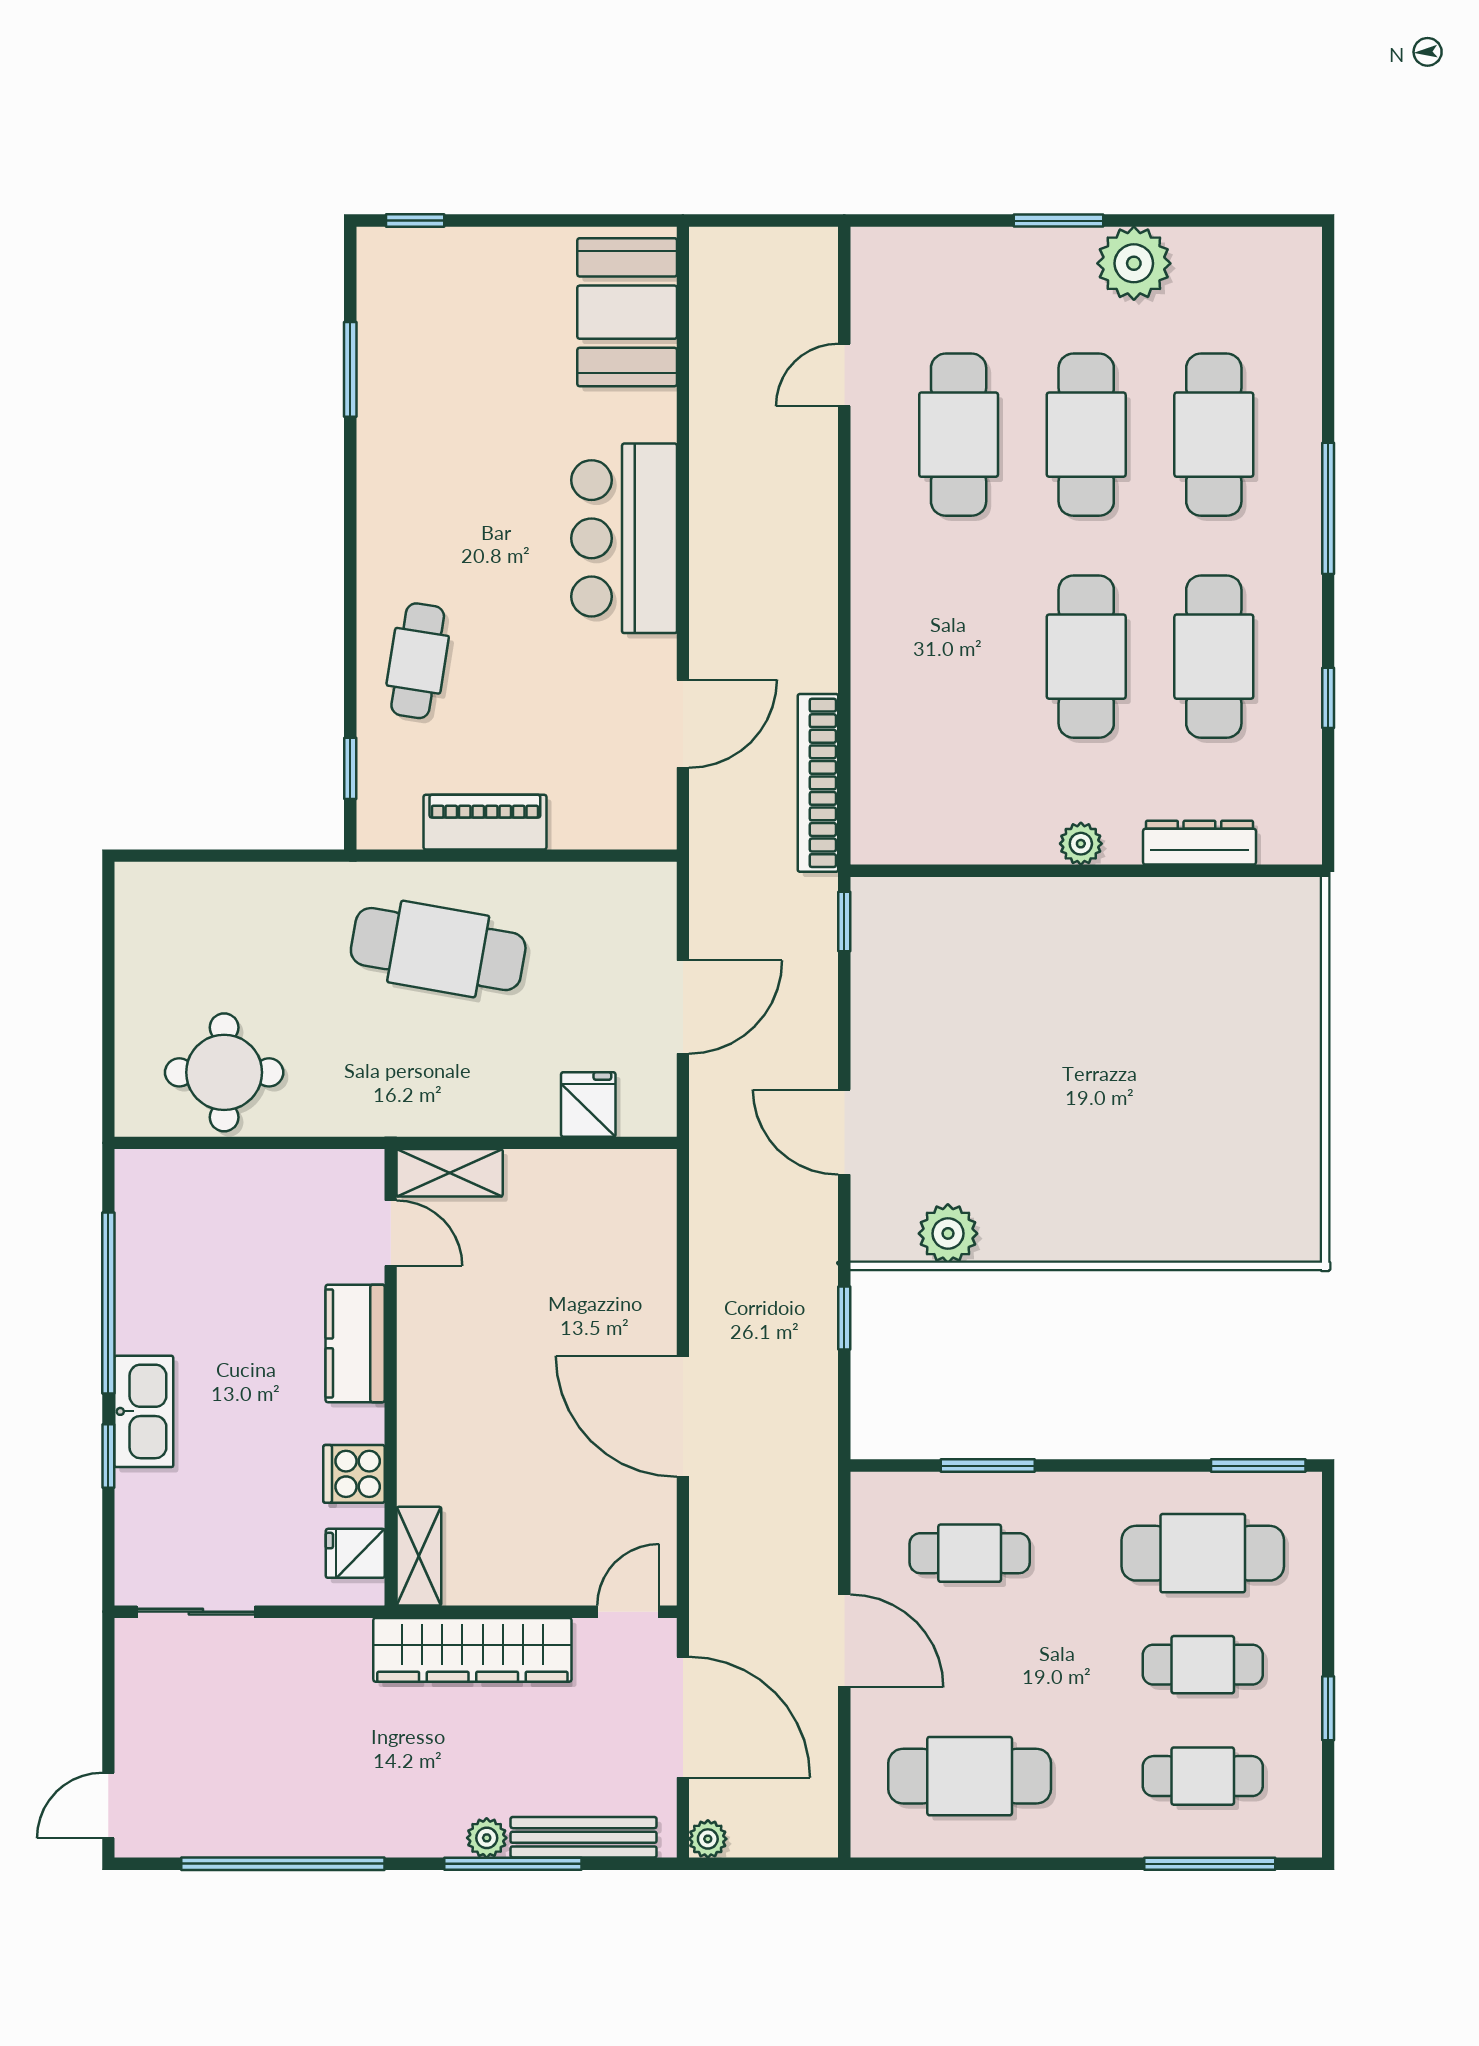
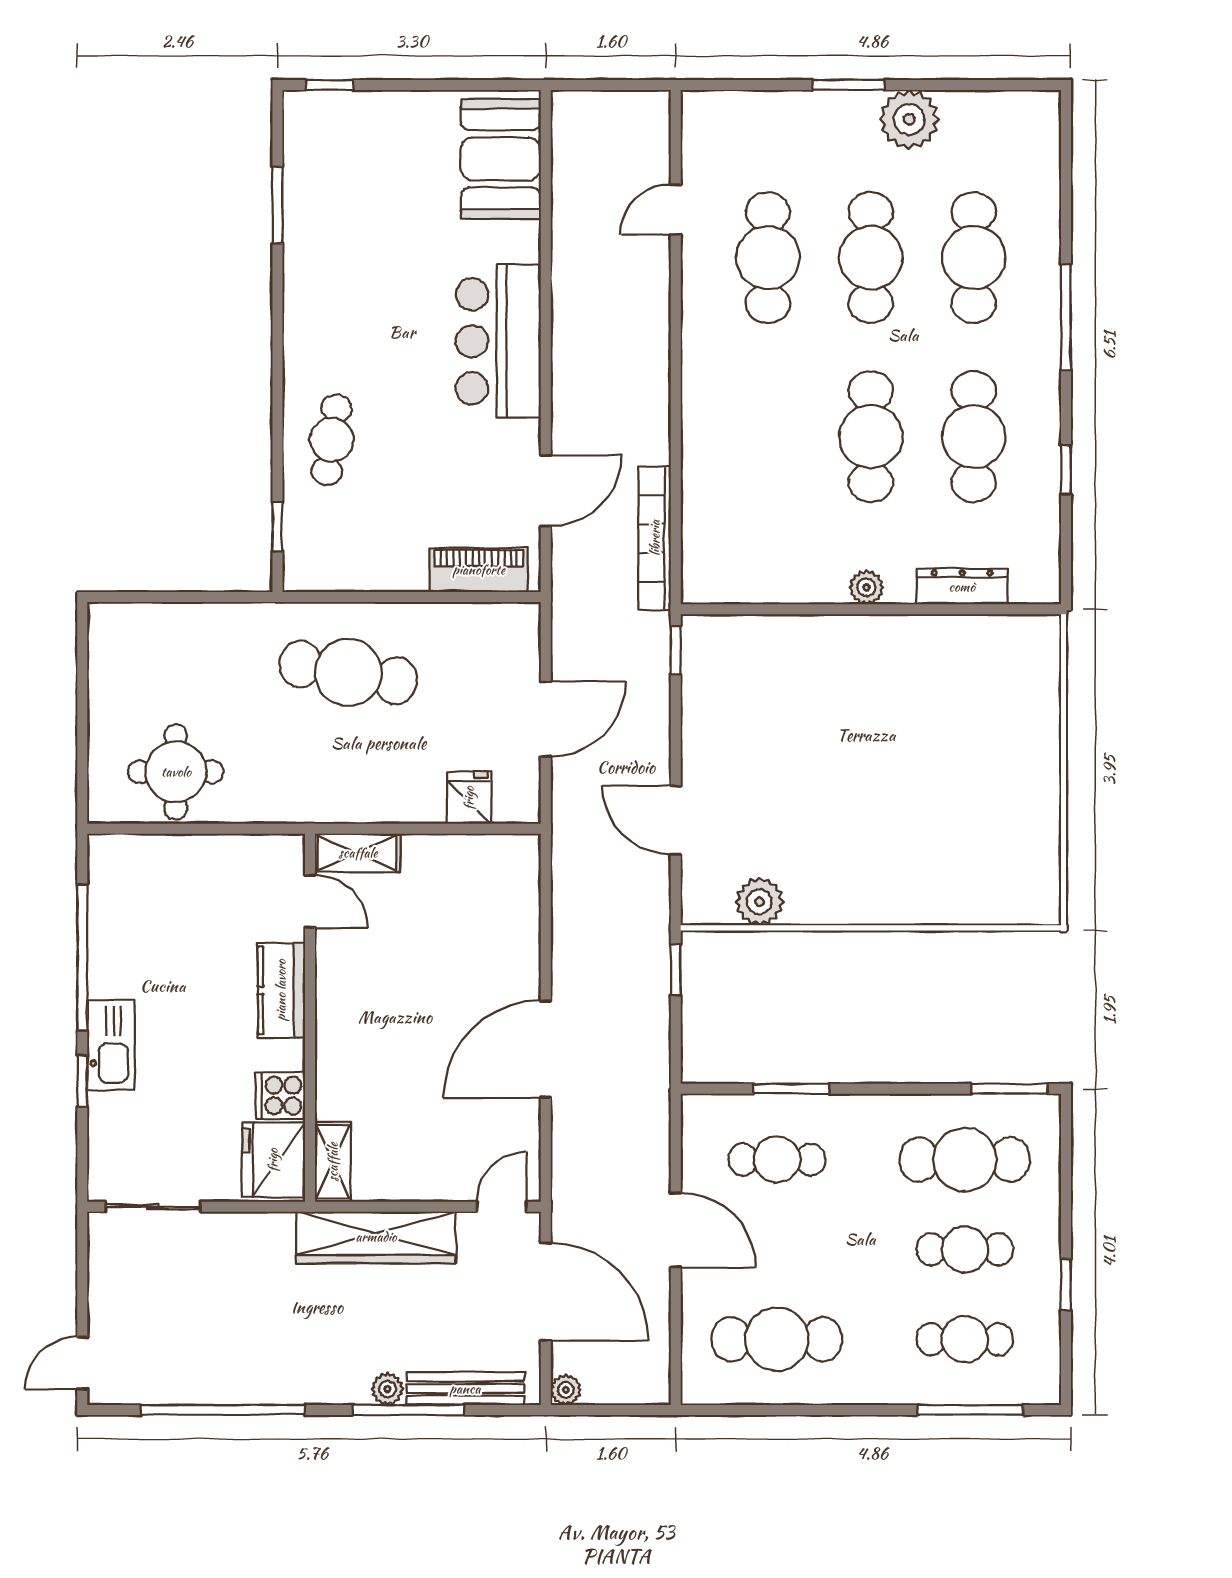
piano: (485, 822) -> (479, 570), moved
door: (683, 1416) -> (546, 1049), hinge flipped
fridge: (355, 1553) -> (273, 1160), width x1.88, depth x1.34

